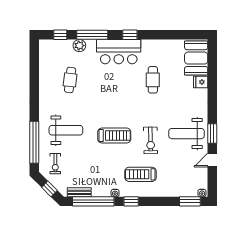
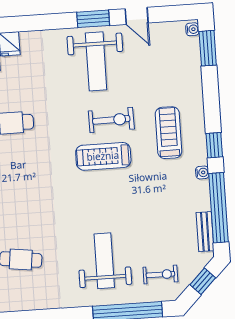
treadmill: (114, 135) -> (103, 156), moved, turned -90
treadmill: (141, 174) -> (169, 133), turned 180

